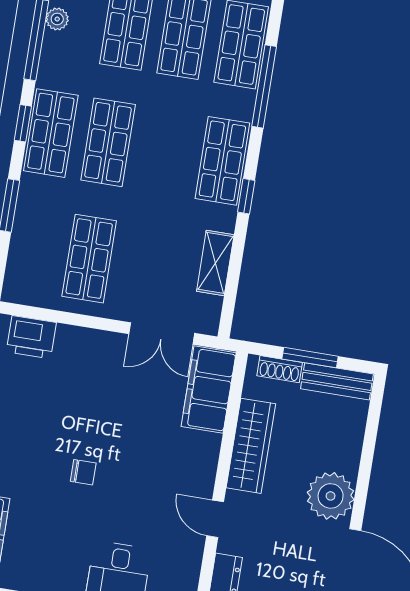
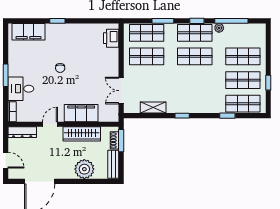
plant: (57, 19) -> (219, 28), moved
window: (264, 86) -> (227, 116), width x0.46
shop shelf: (222, 161) -> (147, 33), moved
window: (310, 358) -> (121, 141), moved
filing cabinet: (209, 390) -> (81, 113), moved
plant: (331, 496) -> (84, 169), moved

